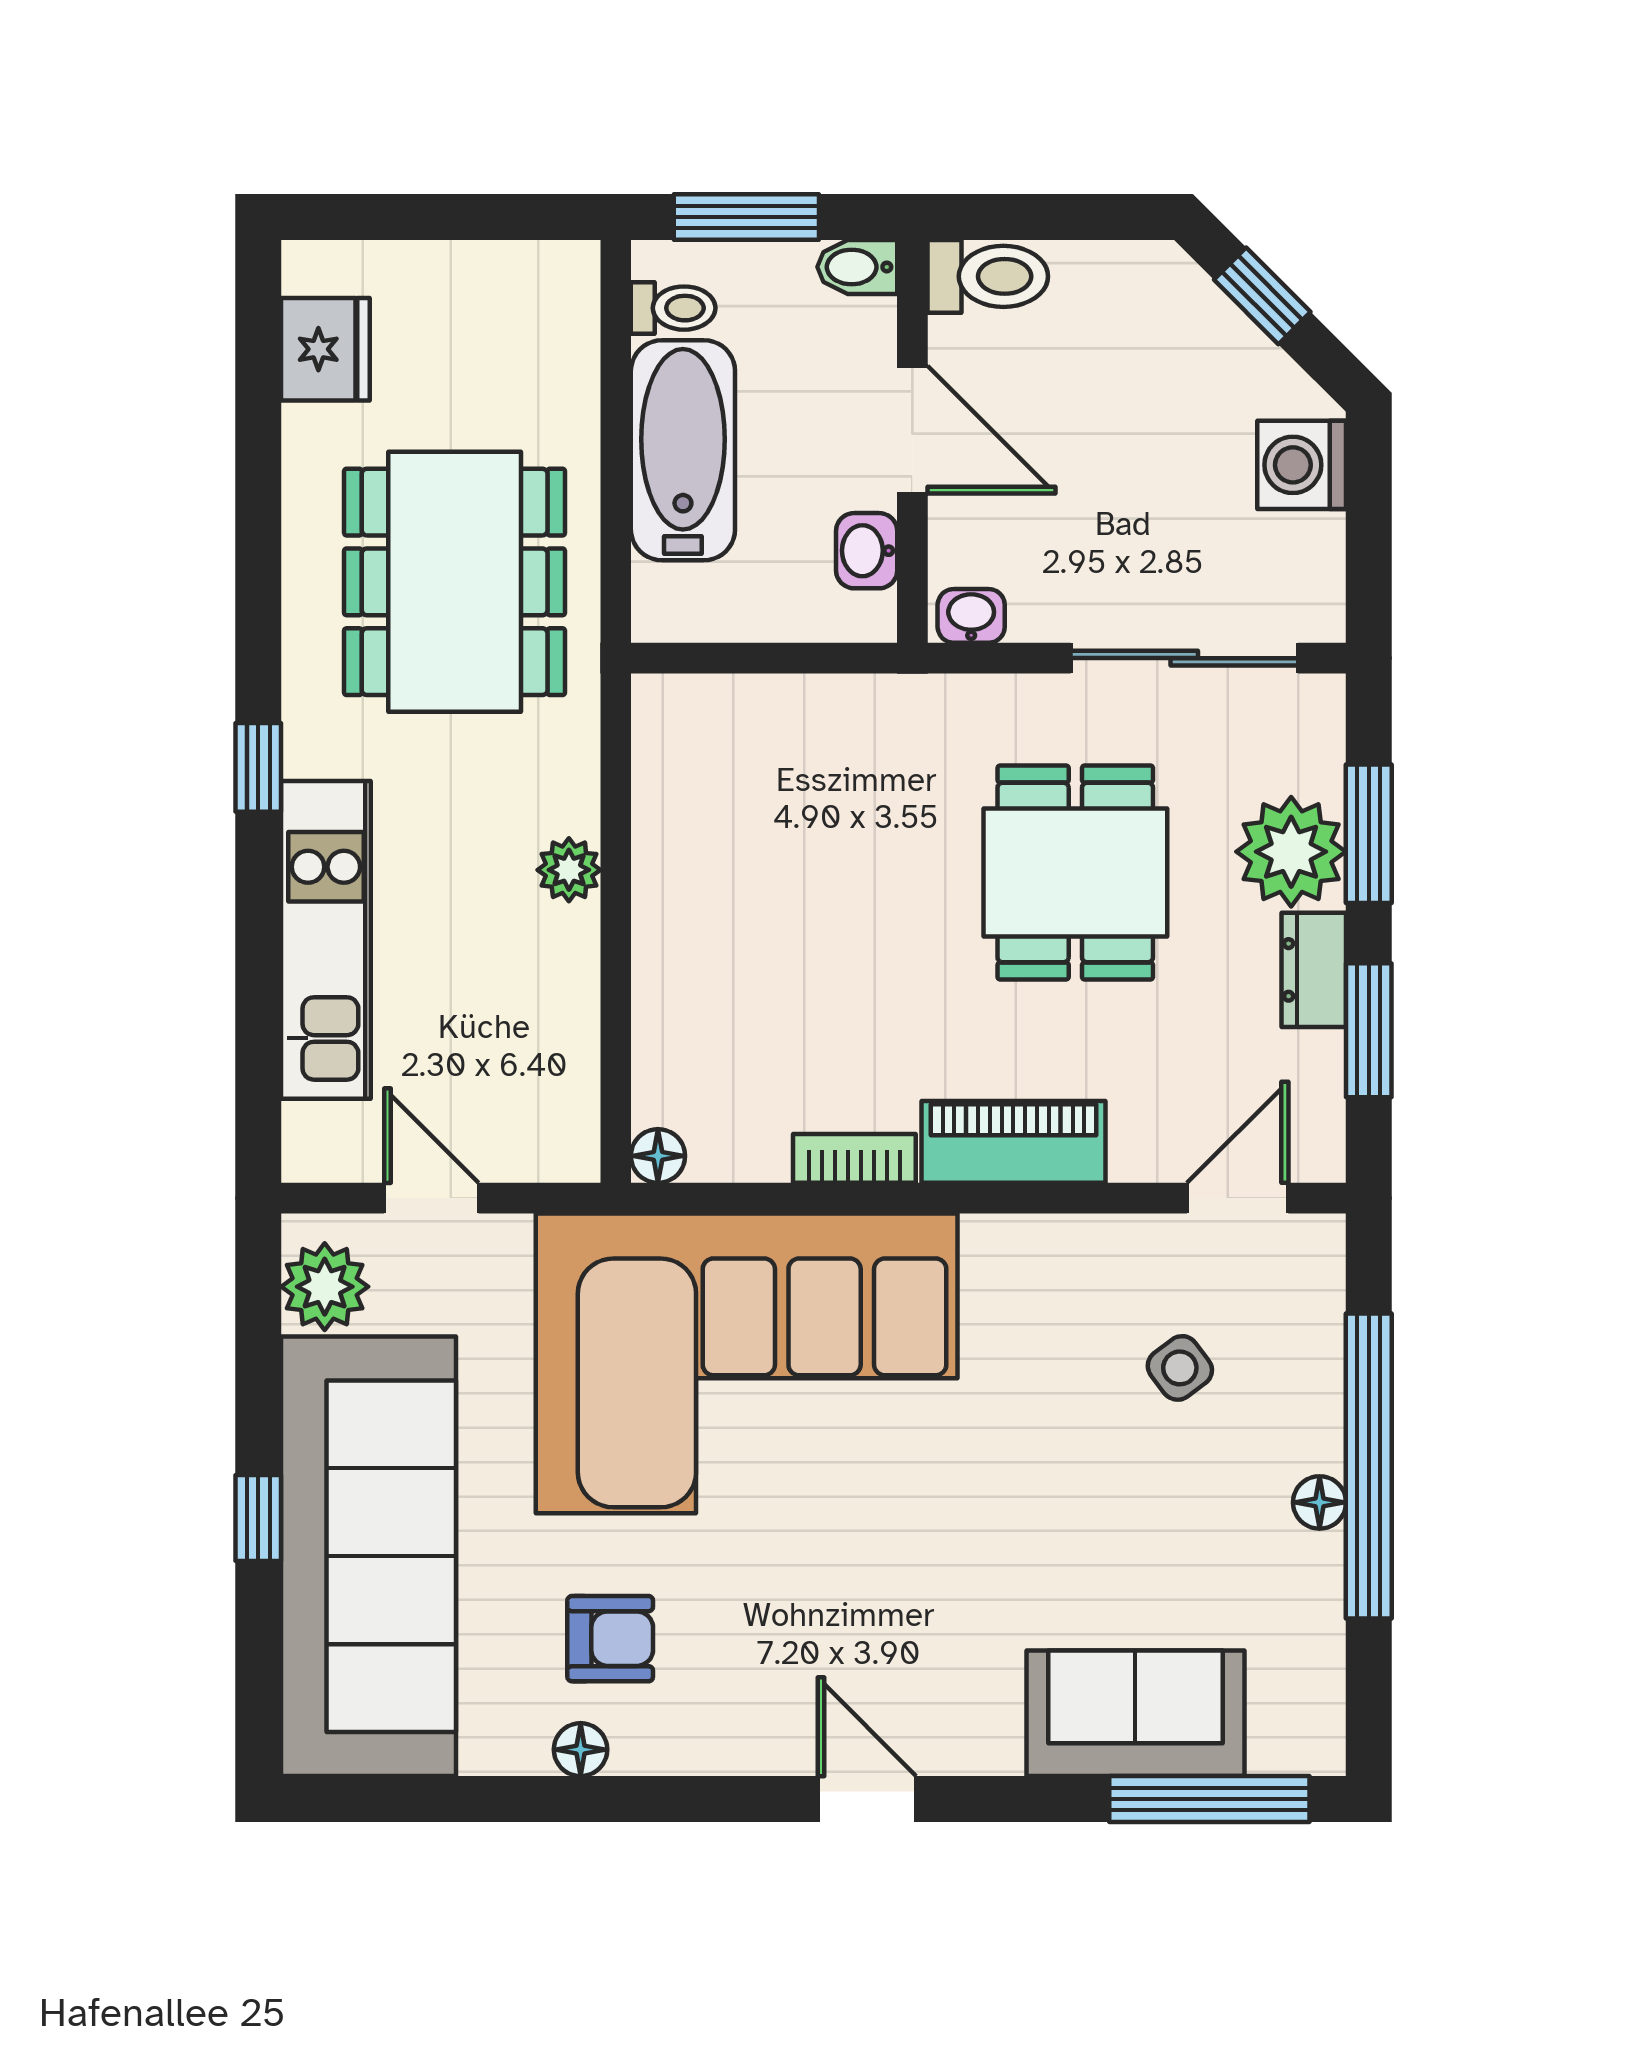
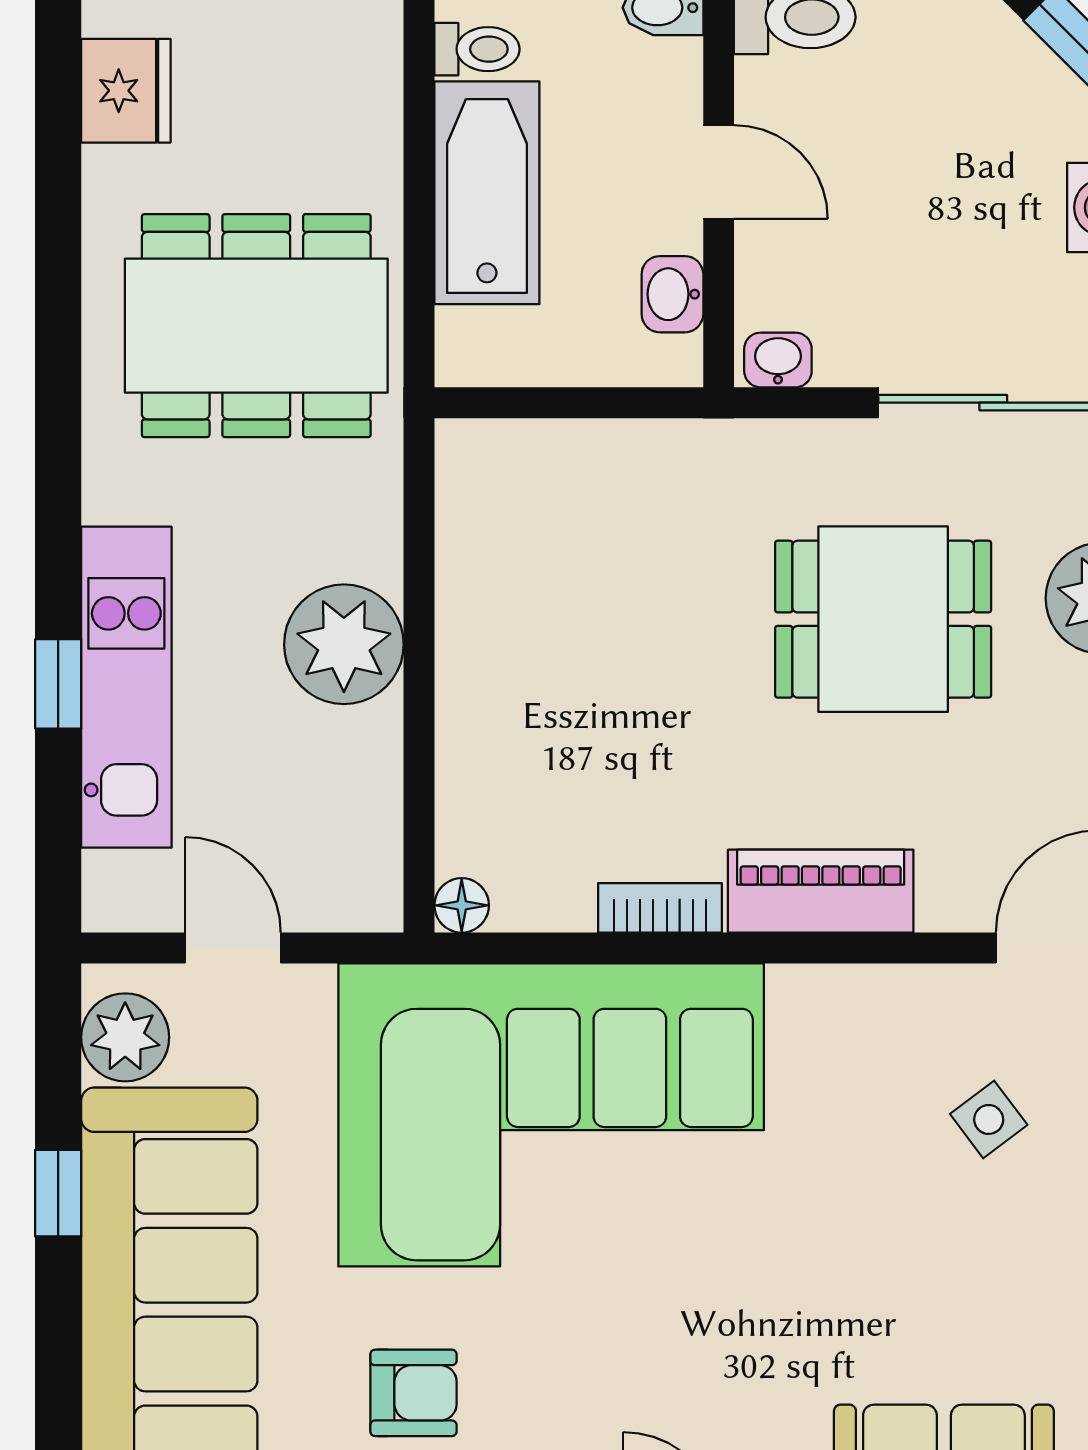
door: (912, 430) -> (719, 172), width x0.73
dining table: (455, 582) -> (256, 326), turned 90
window: (258, 767) -> (58, 684), moved
plant: (569, 870) -> (344, 644), width x1.87, depth x1.87
dining table: (1075, 873) -> (883, 619), turned 90
window: (258, 1518) -> (58, 1193), moved

